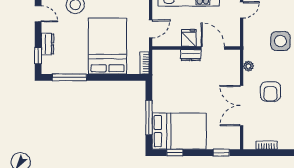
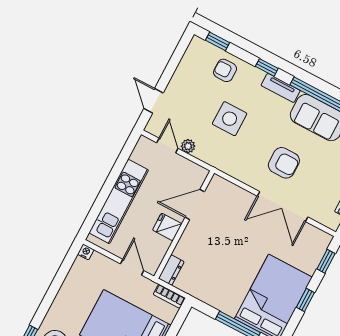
dresser: (191, 55) -> (171, 270), moved
plant: (248, 66) -> (188, 146), moved
window: (175, 153) -> (305, 300), moved

